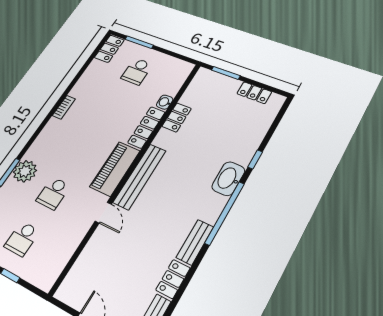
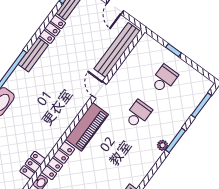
plant: (25, 171) -> (162, 145), width x0.53, depth x0.53
bench: (140, 176) -> (117, 50), moved

